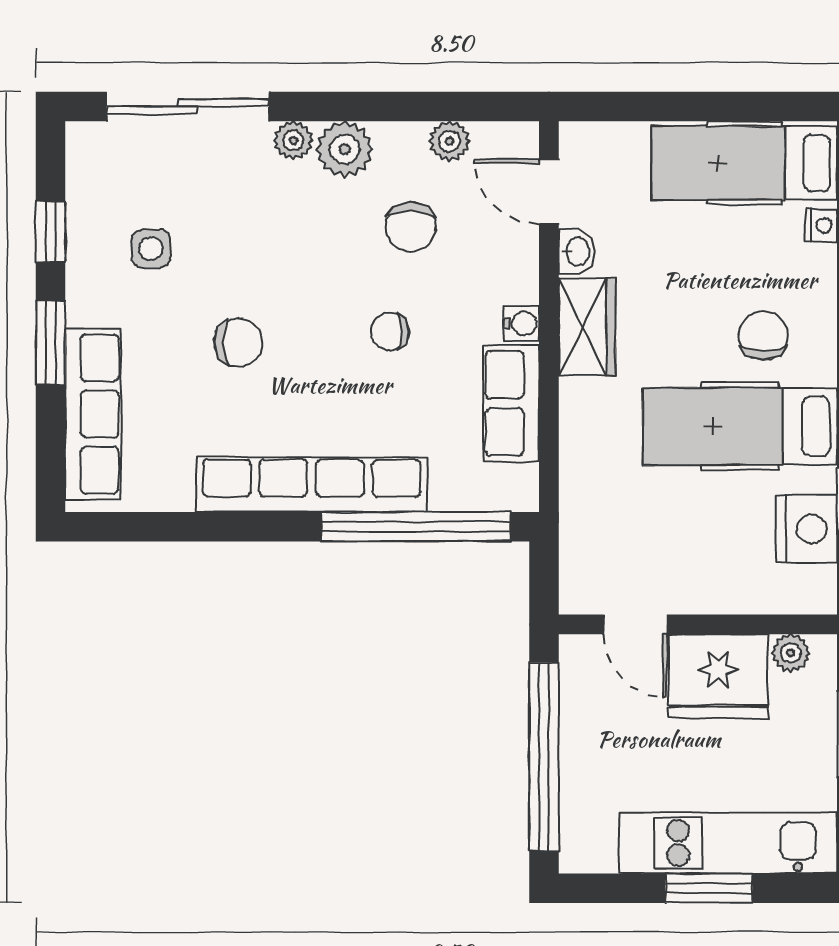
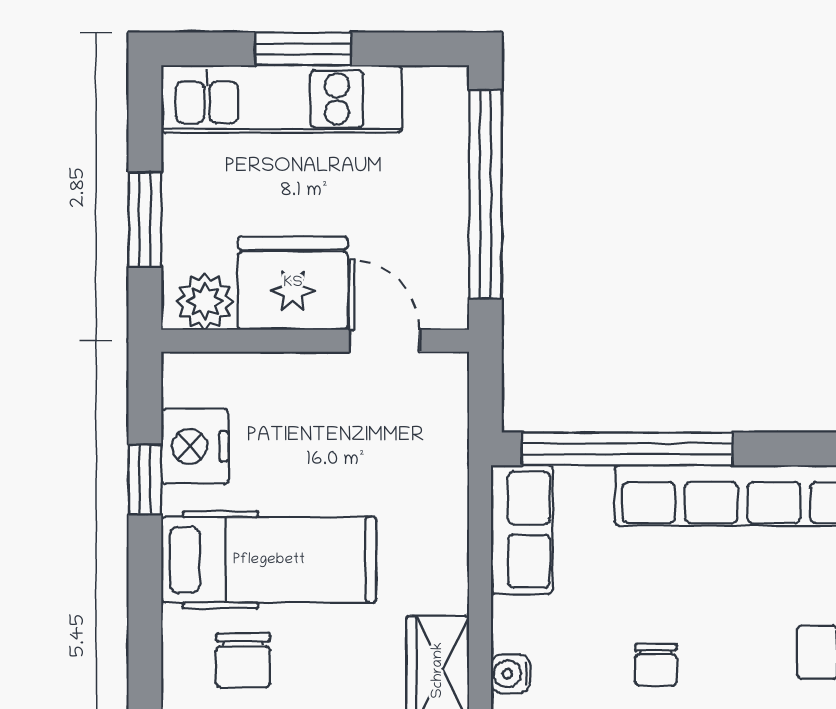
chair: (390, 332) -> (656, 665), turned 90
row of seats: (511, 403) -> (522, 529), moved
plant: (791, 653) -> (205, 301), width x1.38, depth x1.38

